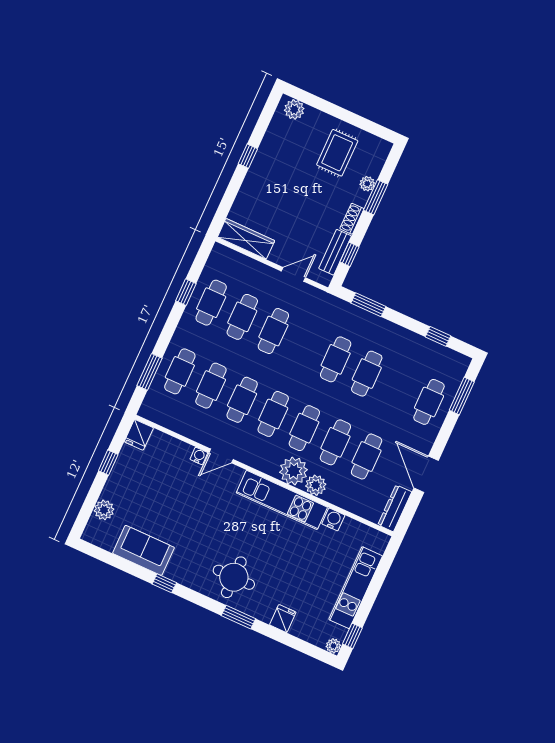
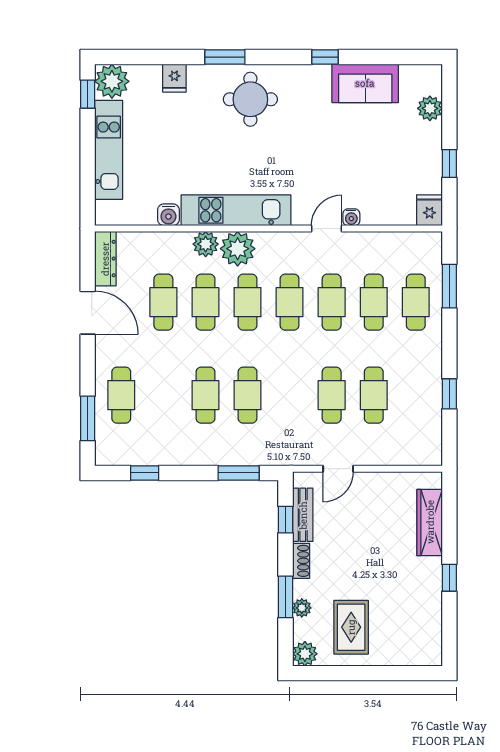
plant: (294, 109) -> (305, 654), moved
wardrobe: (246, 239) -> (430, 522), moved, turned 90
cafe table: (211, 303) -> (416, 395), removed
plant: (333, 646) -> (112, 81), width x1.88, depth x1.88

